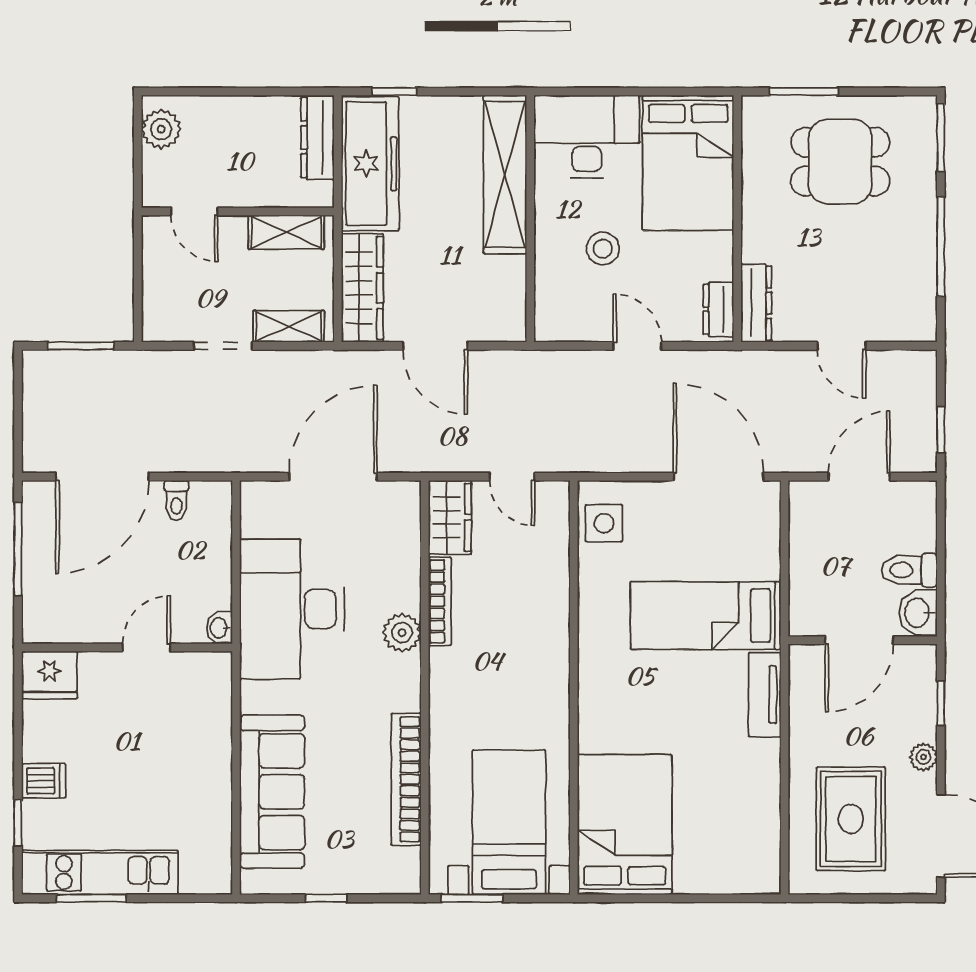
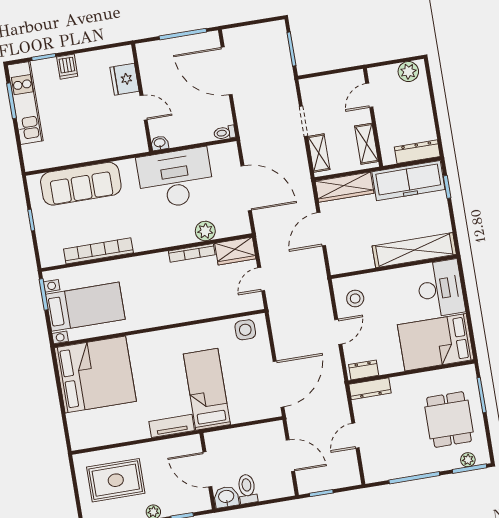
plant: (923, 138) -> (468, 460), added
stool: (603, 249) -> (355, 298), moved
toilet: (176, 500) -> (225, 133), moved
plant: (402, 633) -> (205, 231), moved
fridge: (49, 675) -> (124, 79), moved
bed: (625, 825) -> (95, 374), width x1.36

